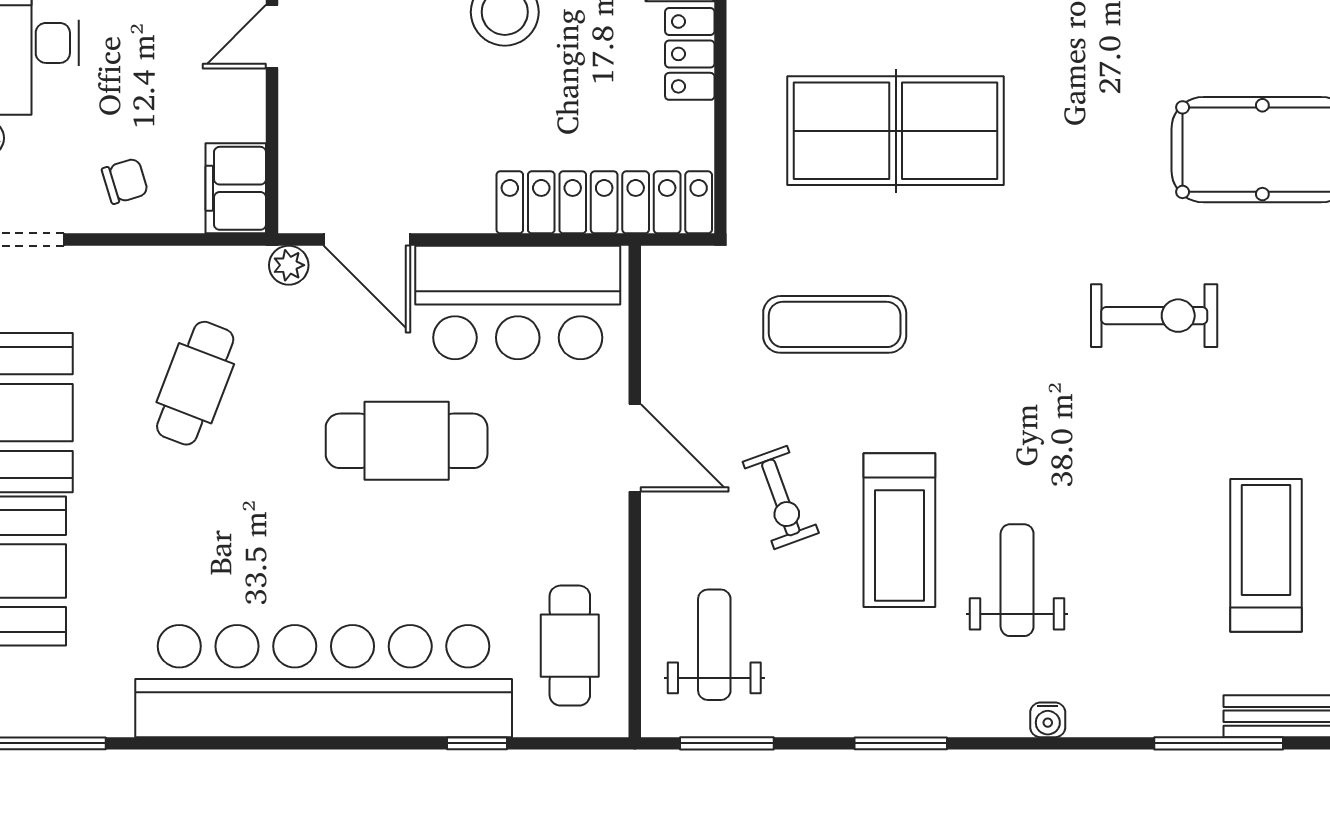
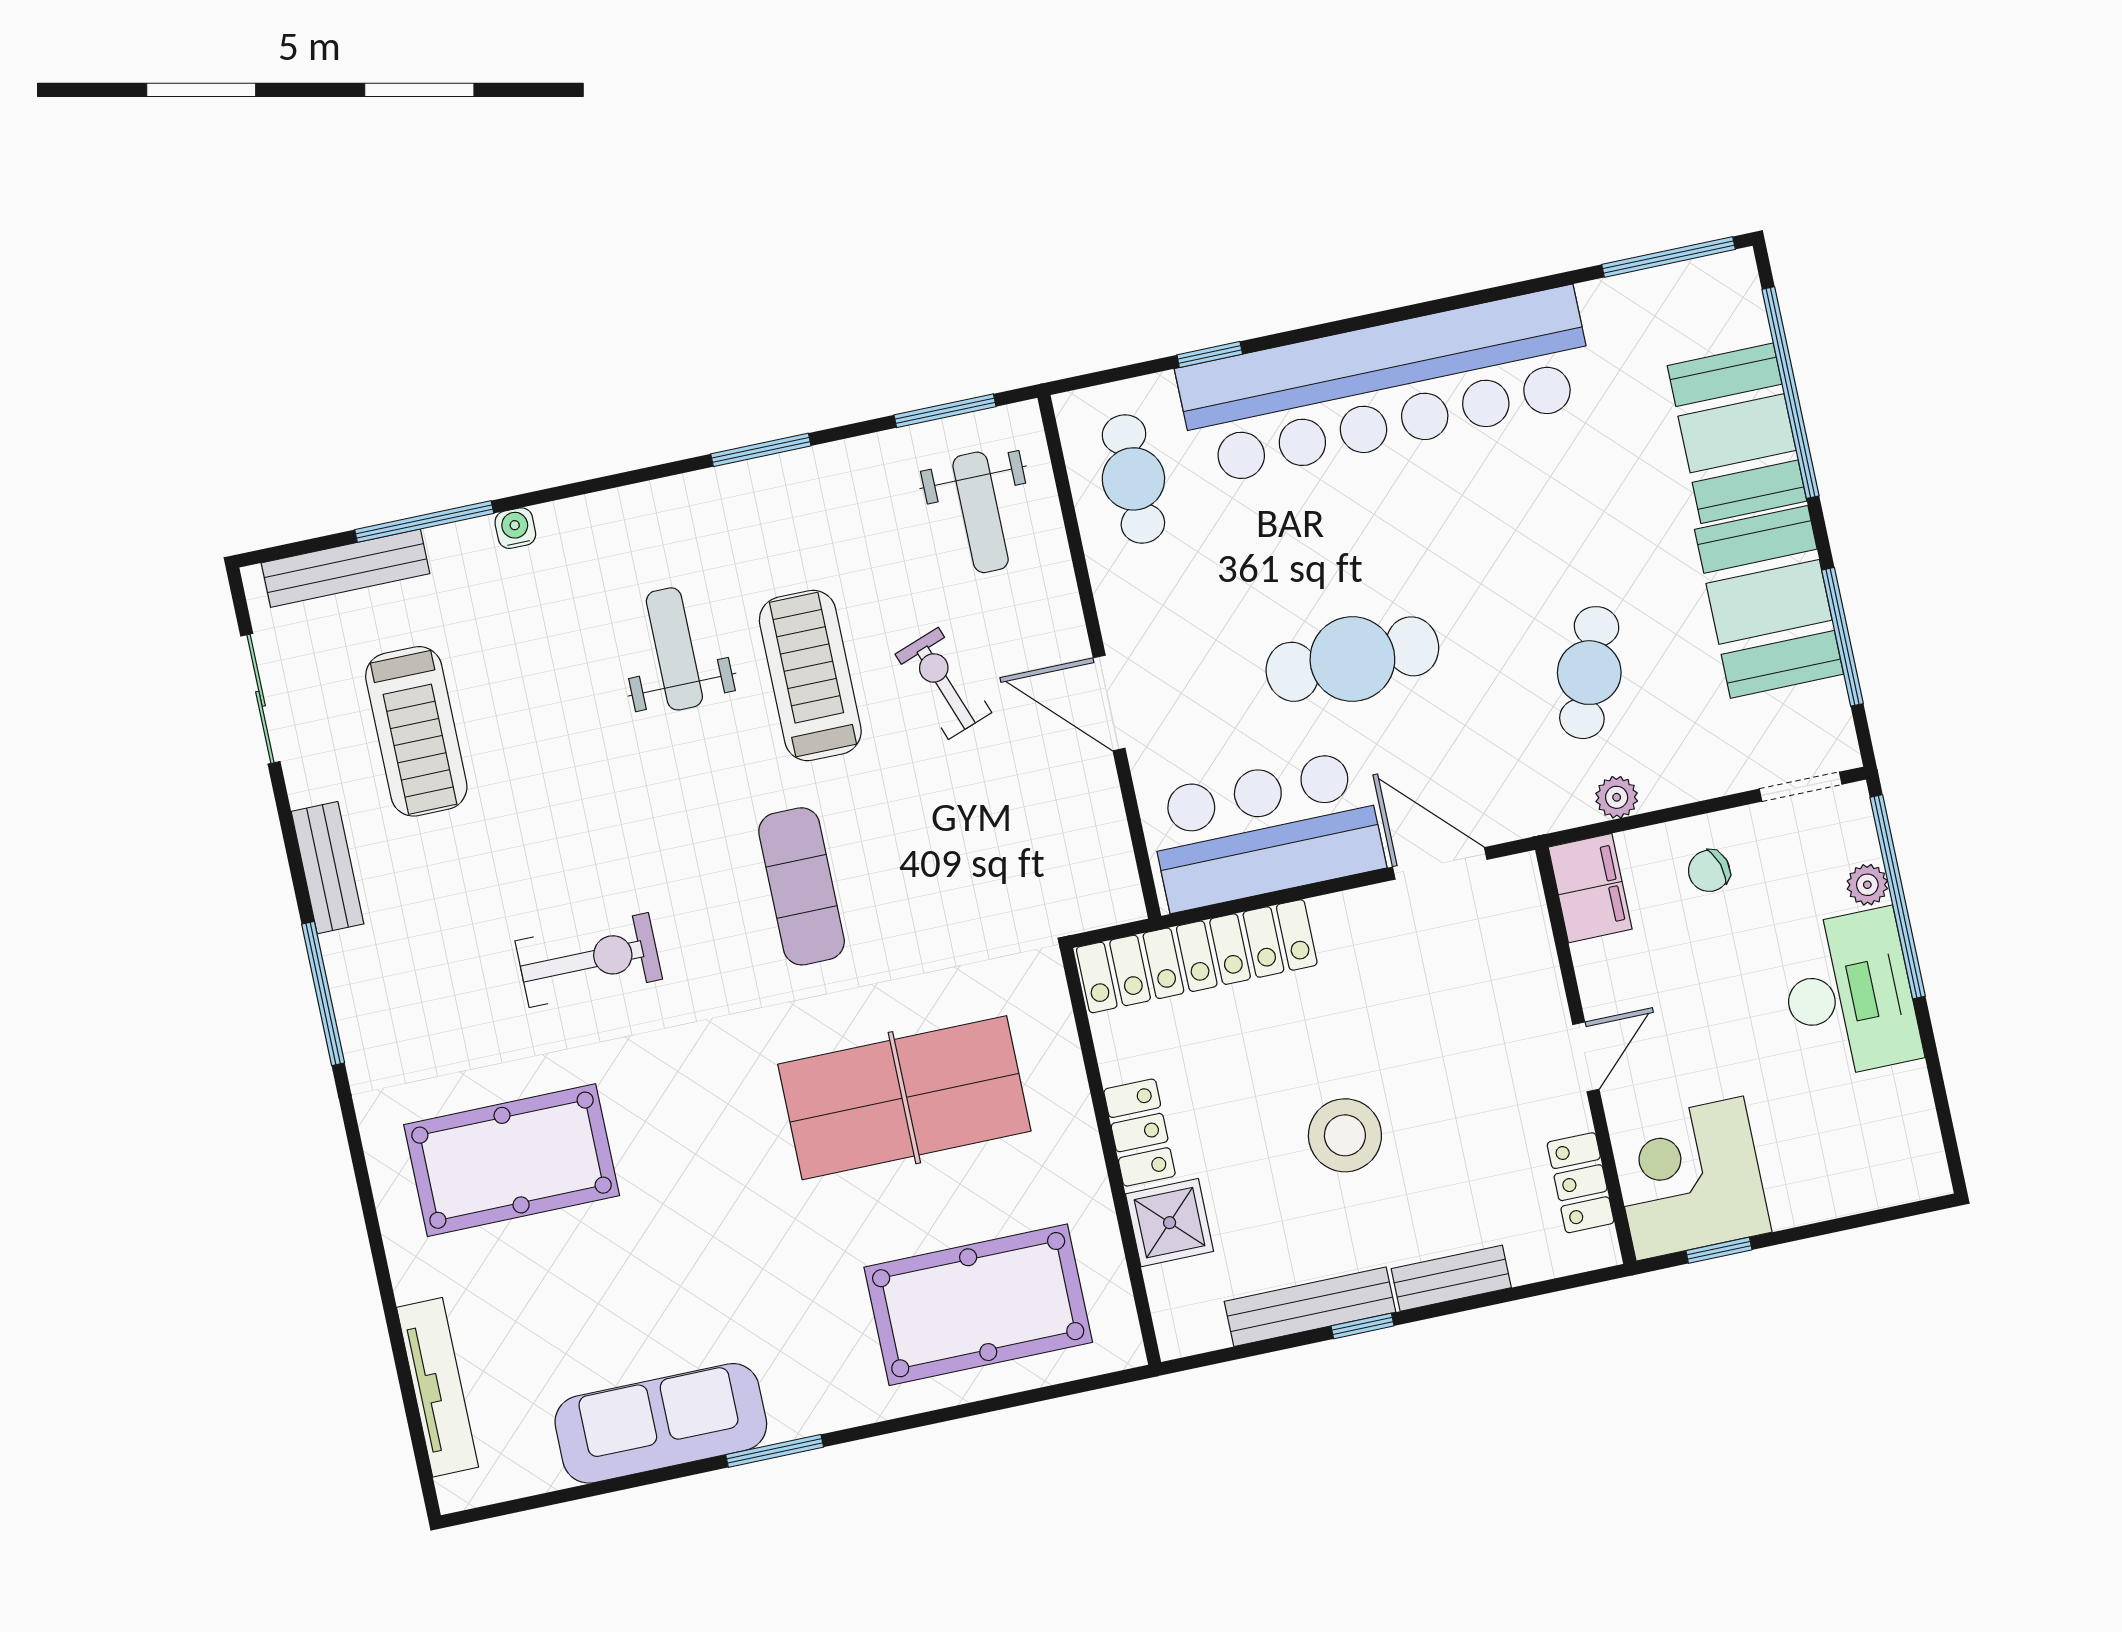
plant: (289, 265) -> (1617, 797), moved
exercise bike: (1154, 316) -> (589, 960), turned 180
exercise mat: (835, 324) -> (802, 886), moved, turned 90
weight bench: (1017, 580) -> (674, 649), turned 180
water cooler: (1048, 720) -> (515, 528), moved

